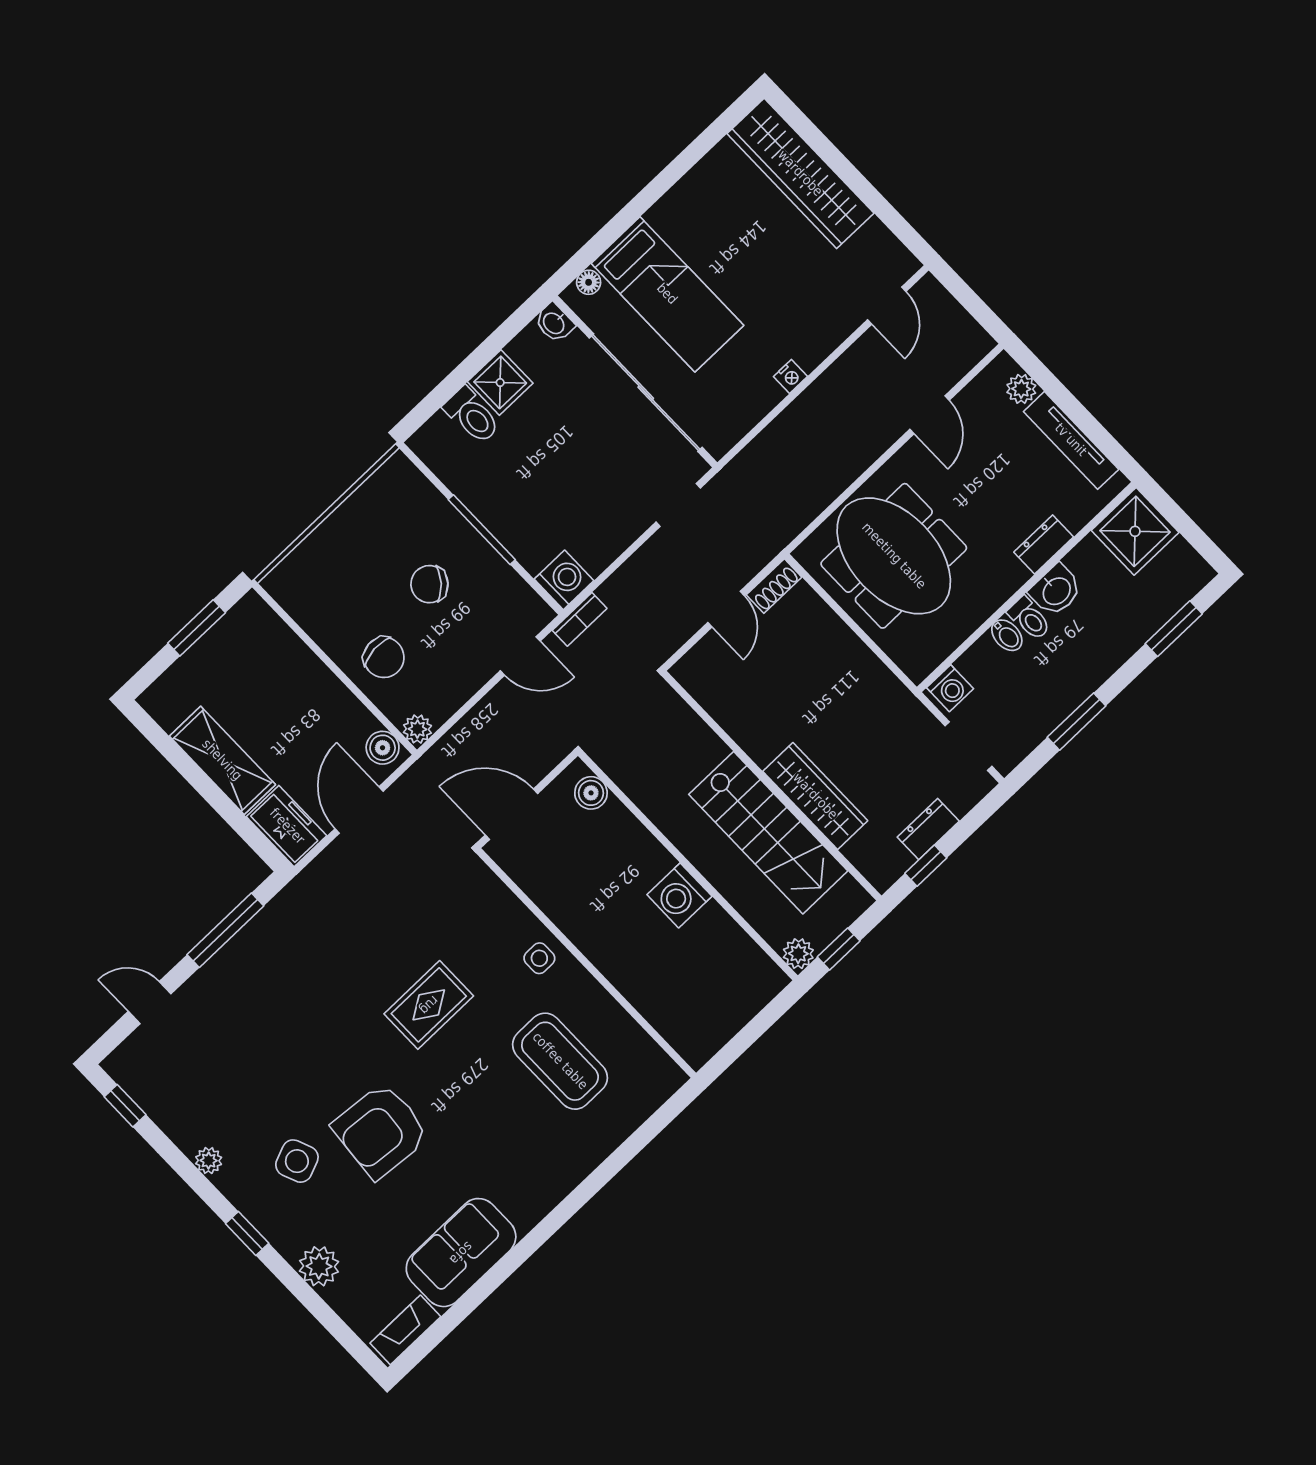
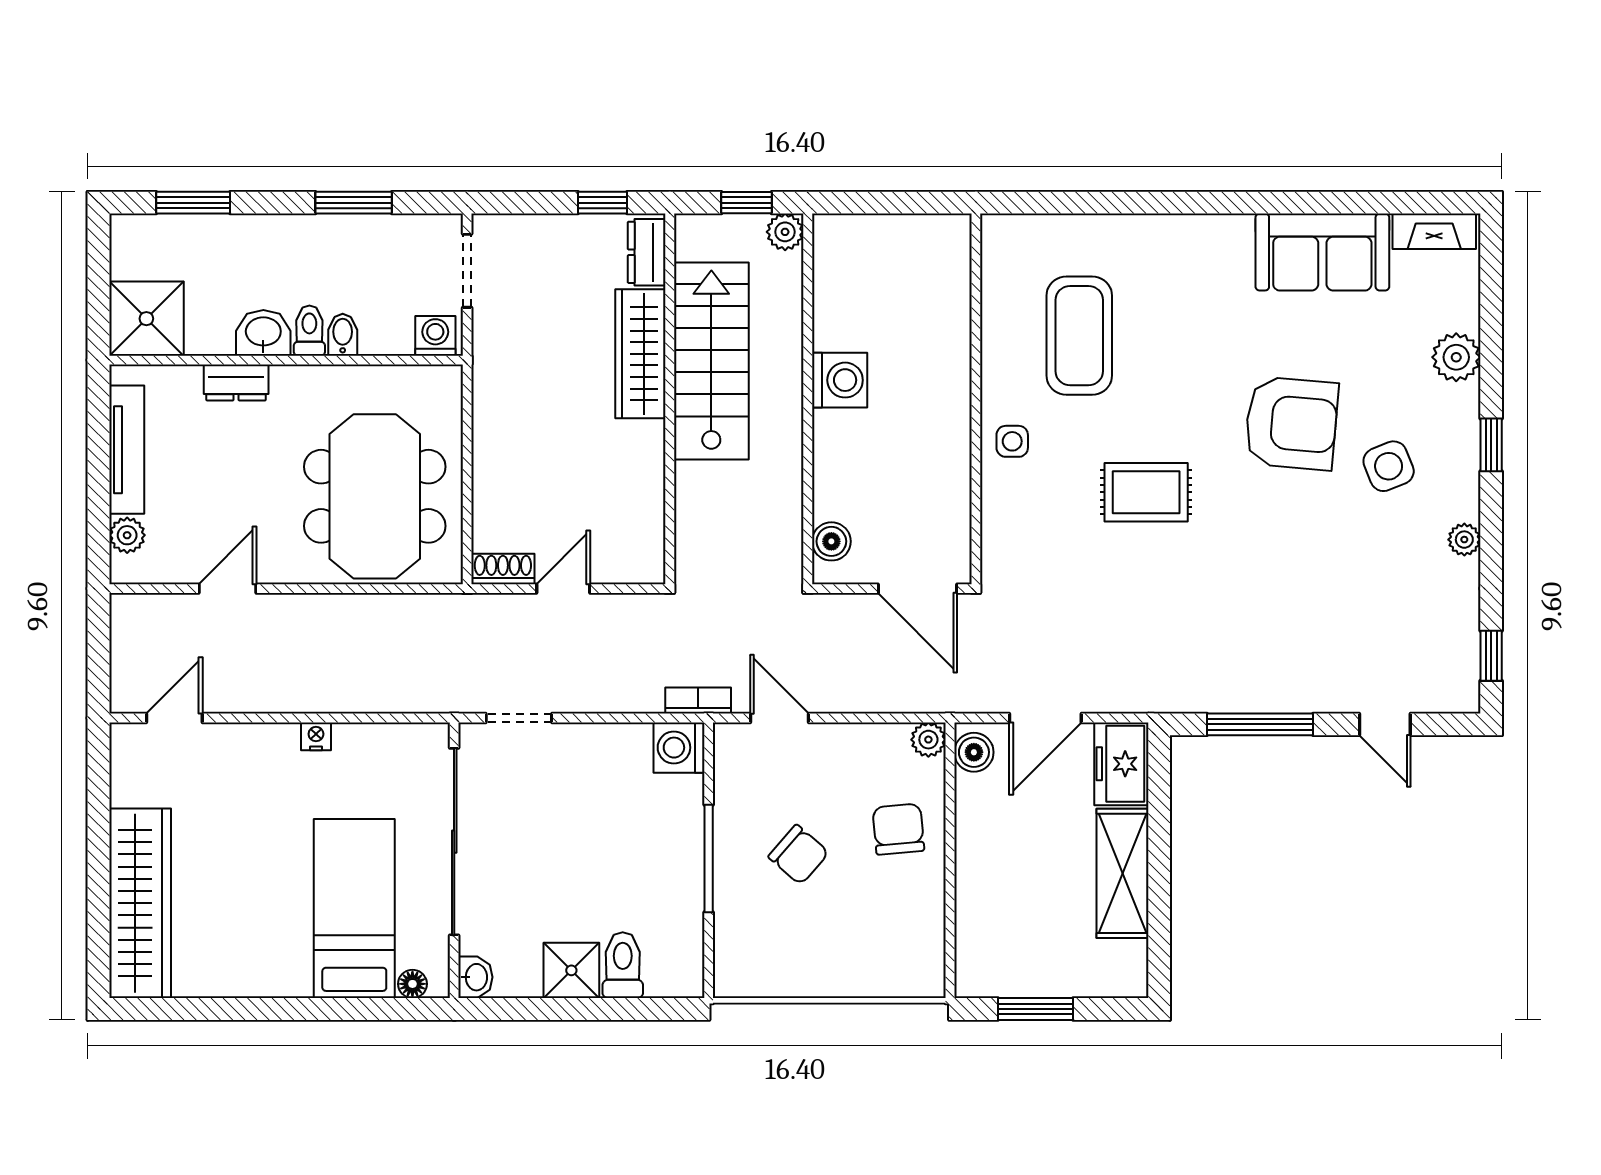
dresser: (928, 829) -> (647, 252), moved, turned 90

